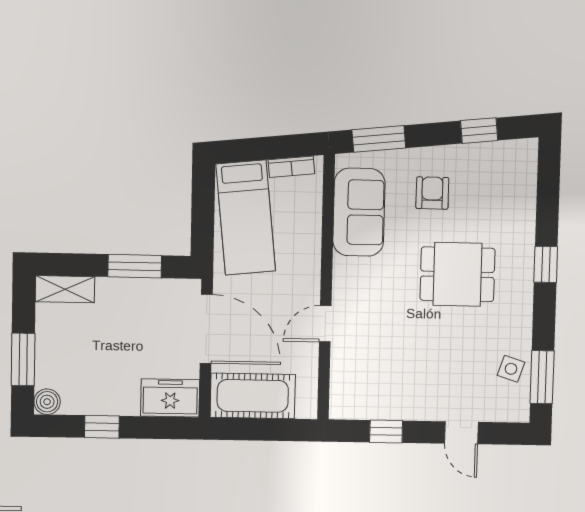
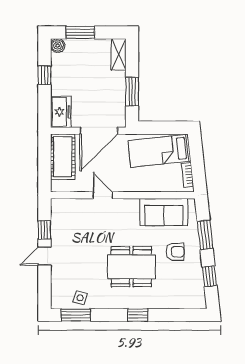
window: (379, 139) -> (205, 235), moved
dining table: (457, 274) -> (131, 267), width x1.38
door: (461, 433) -> (44, 256), moved

